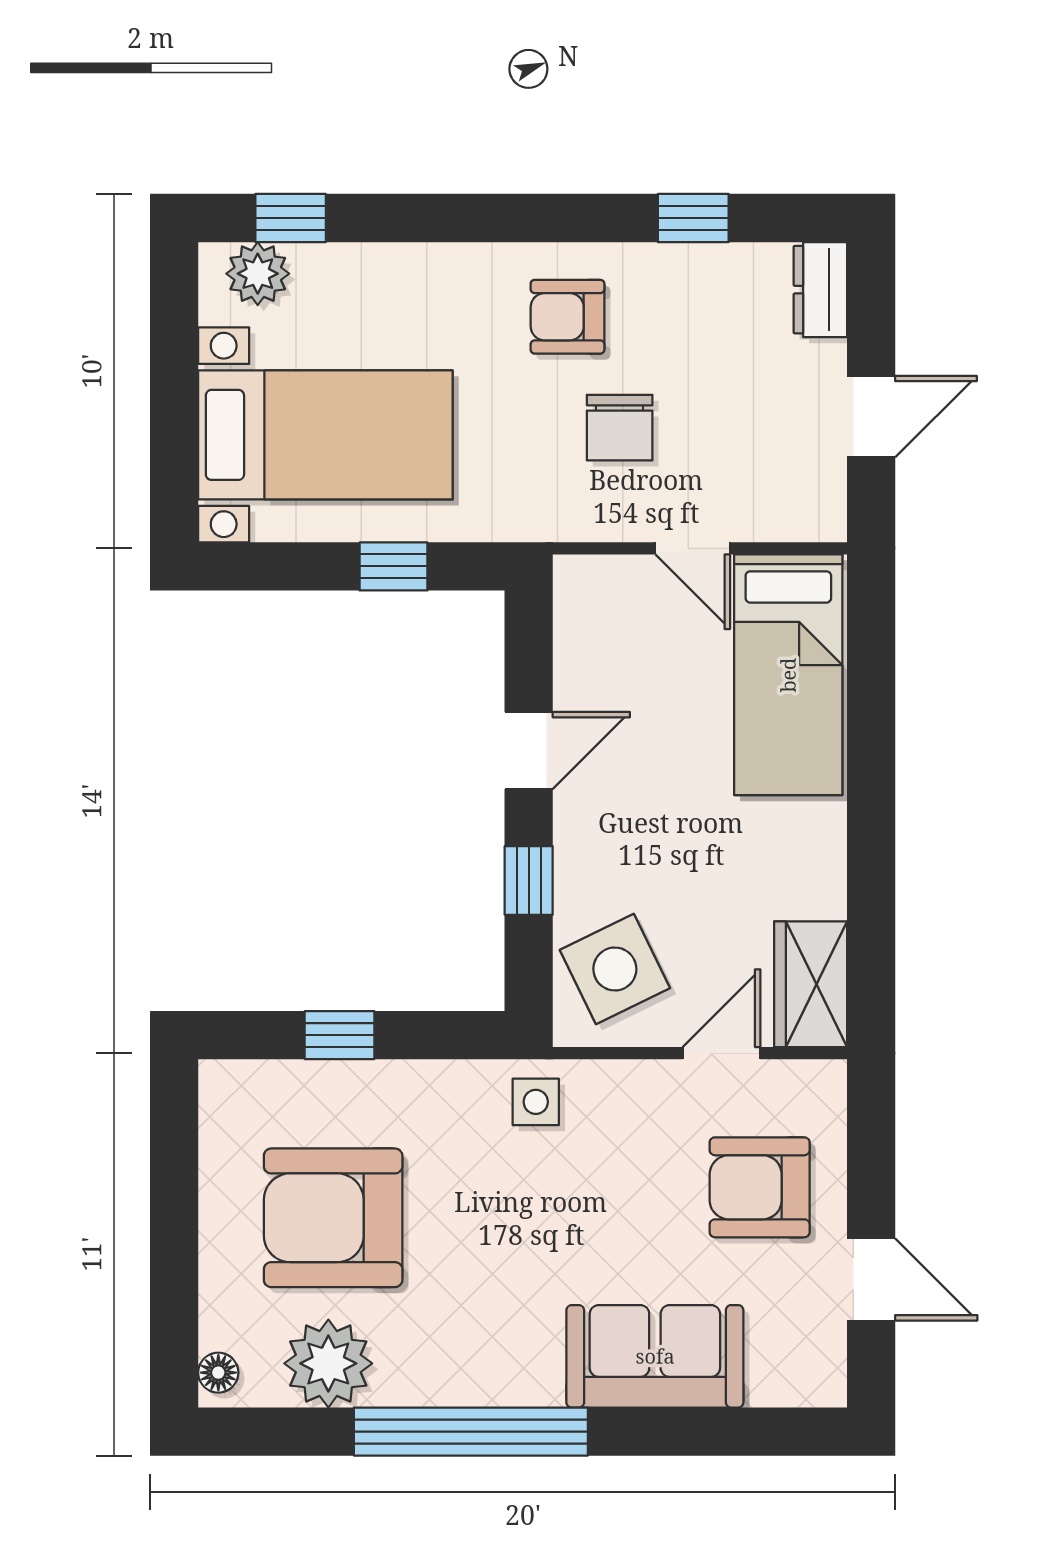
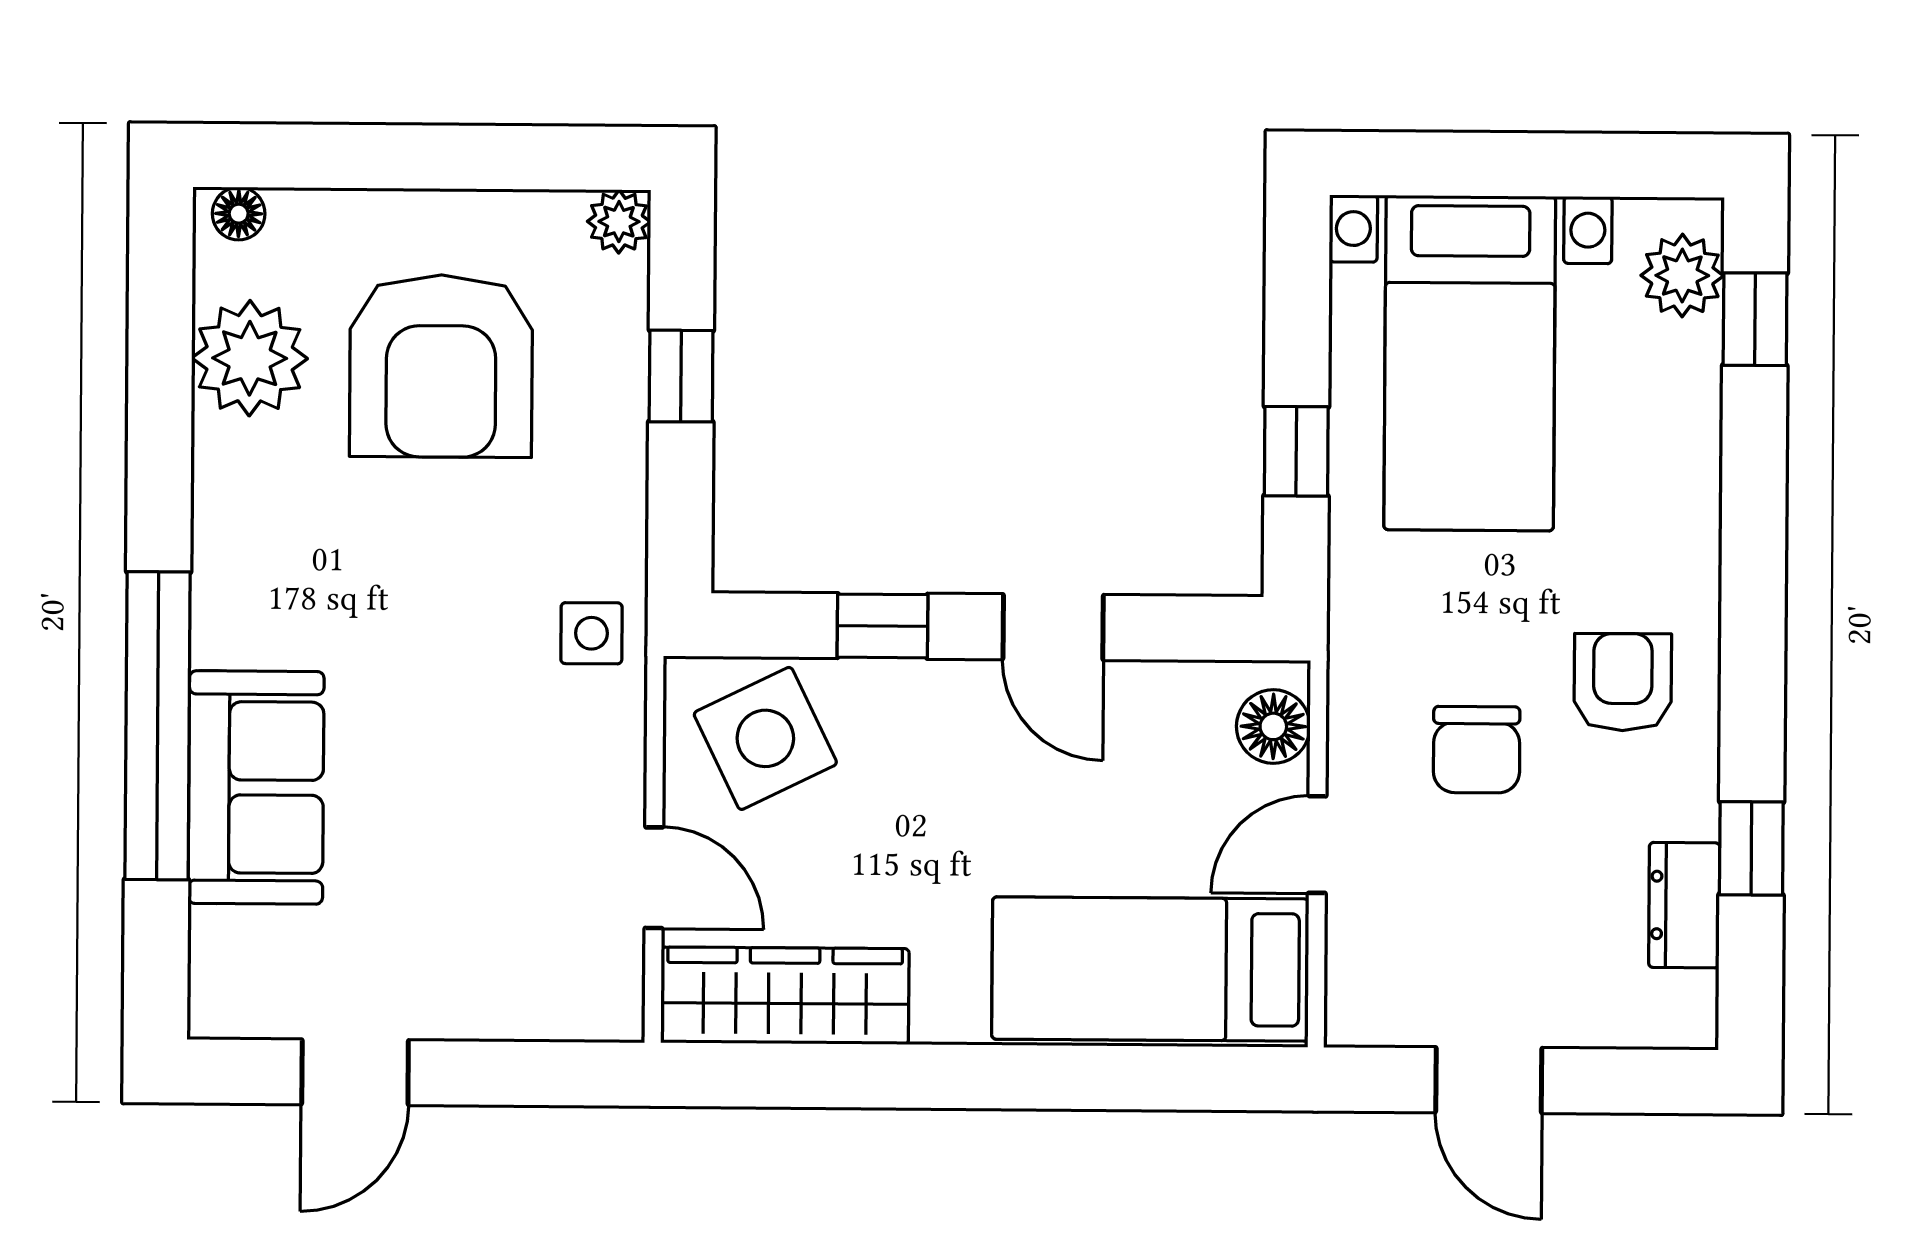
dresser: (820, 290) -> (1684, 905), moved, turned -90
chair: (620, 428) -> (1477, 750), turned -90
floor lamp: (603, 582) -> (1273, 726), added
wardrobe: (811, 984) -> (785, 996), width x1.50
plant: (222, 1083) -> (619, 222), added
armchair: (760, 1187) -> (477, 927), removed
armchair: (333, 1218) -> (441, 366), turned 180
window: (471, 1432) -> (158, 726), moved

